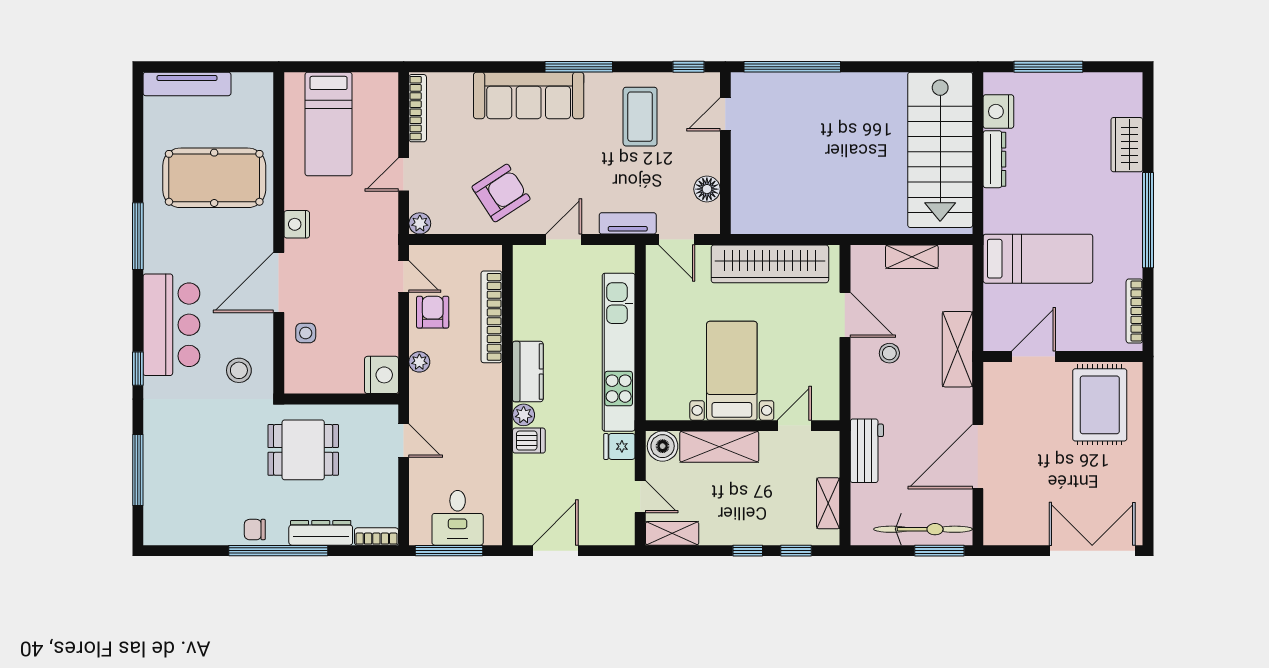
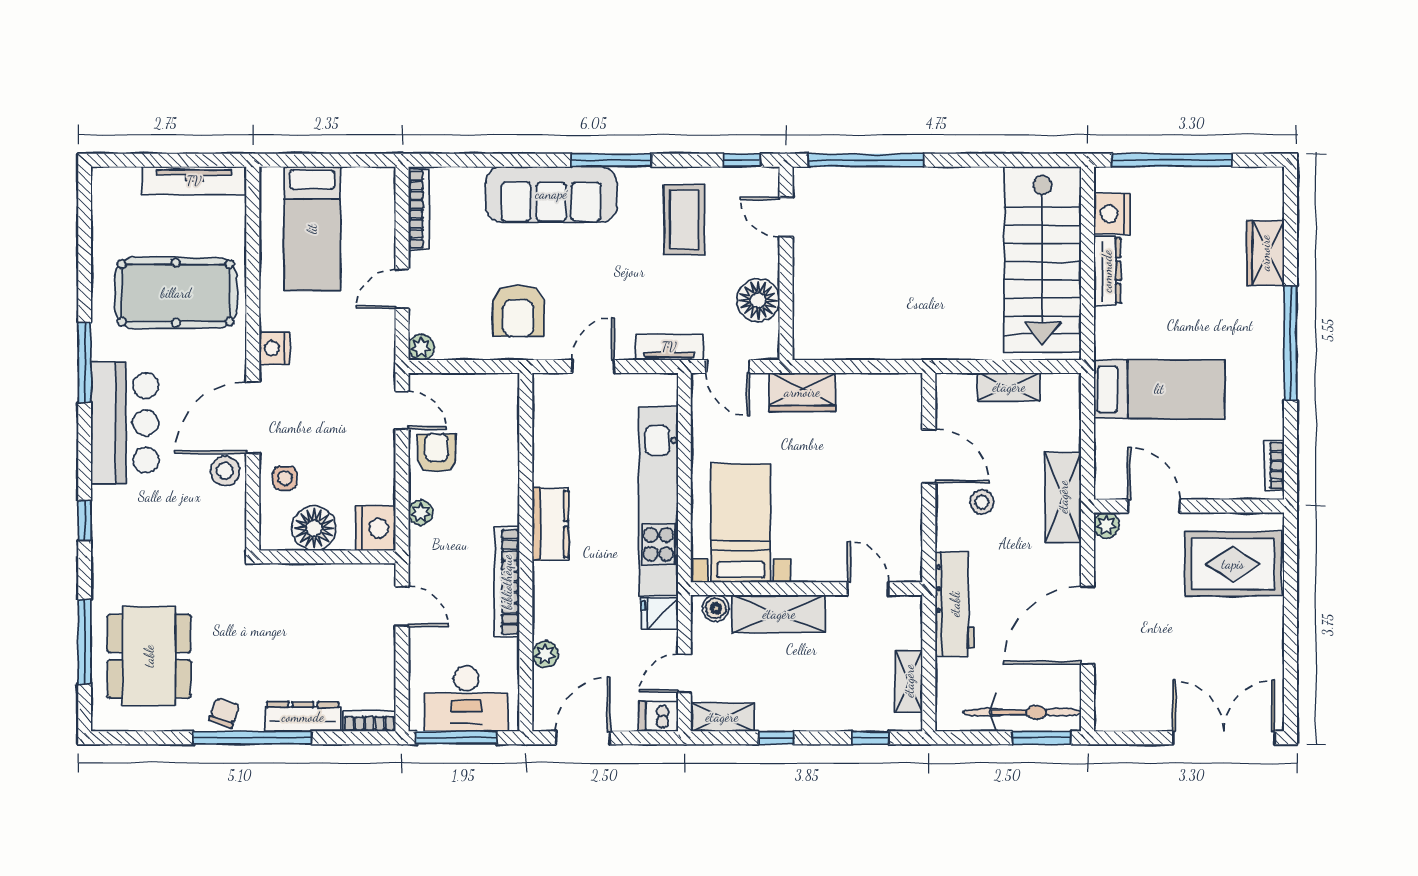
window: (1048, 67) -> (1172, 160), width x1.46
tv unit: (187, 84) -> (194, 181), moved
door: (725, 114) -> (786, 217), hinge flipped
floor lamp: (707, 189) -> (758, 300), width x1.38, depth x1.38
armchair: (501, 193) -> (518, 311), turned 123
wardrobe: (770, 264) -> (802, 392), width x0.48, depth x0.85
bookcase: (1134, 311) -> (1274, 466), width x0.64
bookcase: (492, 317) -> (507, 582), moved
bar counter: (171, 325) -> (125, 423), moved
door: (1034, 357) -> (1154, 506), hinge flipped
stool: (239, 370) -> (225, 471), moved
bed with nightstands: (732, 371) -> (741, 523), moved
plant: (994, 372) -> (1106, 525), added
floor lamp: (330, 375) -> (314, 528), added
rug: (1100, 405) -> (1233, 564), turned 90
plant: (524, 415) -> (545, 654), moved
door: (794, 426) -> (868, 589), hinge flipped
dishwasher: (529, 441) -> (659, 716), moved, turned 180
boiler: (663, 446) -> (716, 608), width x0.73, depth x0.73
dining table: (303, 450) -> (149, 656), moved, width x1.38
workbench: (867, 451) -> (955, 604), width x1.38
door: (640, 497) -> (684, 673), swing flipped
desk: (458, 518) -> (466, 699), width x1.37
chair: (255, 530) -> (224, 713), turned 110
window: (748, 551) -> (776, 738), moved

